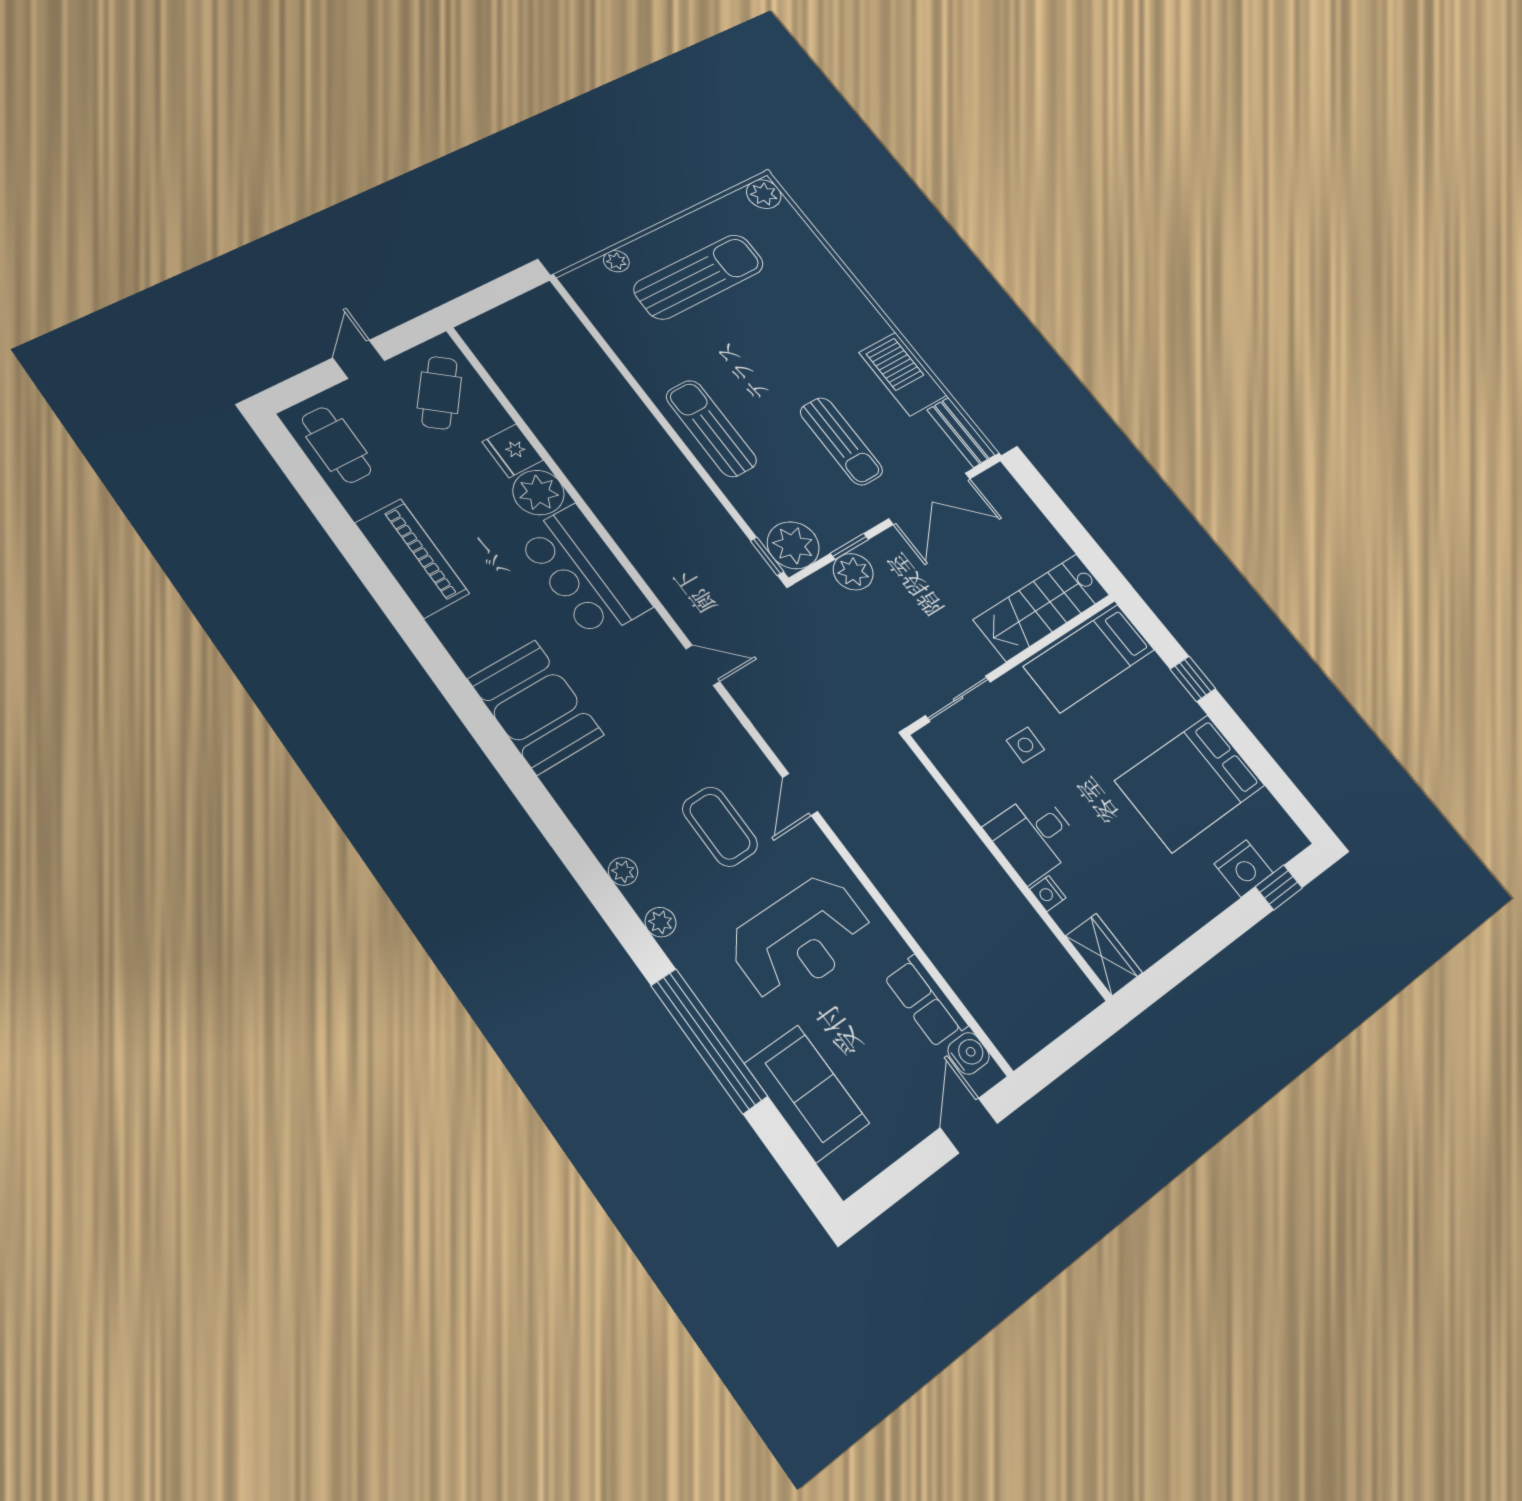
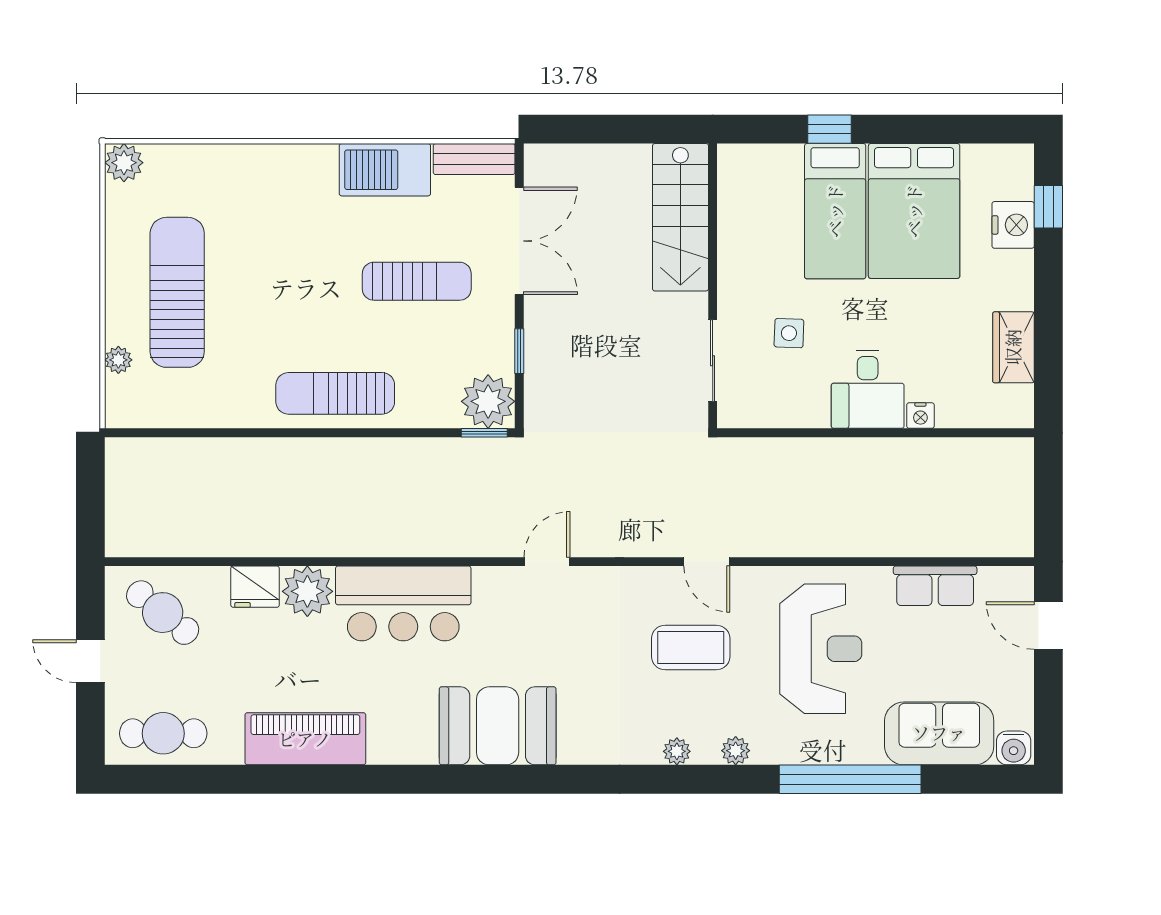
plant: (853, 572) -> (544, 366), removed
bed: (1089, 658) -> (835, 211), moved
wardrobe: (1104, 954) -> (1013, 347), moved, turned -90
water cooler: (969, 1053) -> (1014, 748), moved, turned 180

